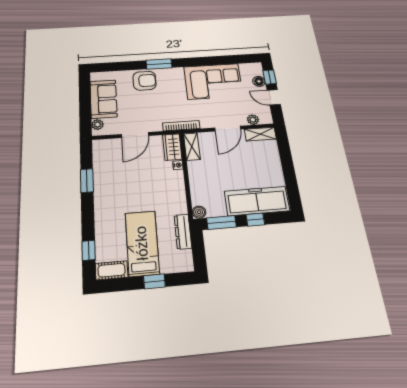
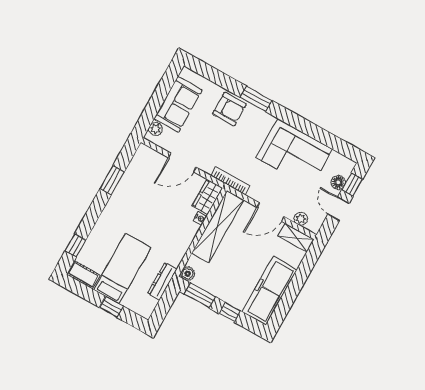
shelving: (192, 147) -> (218, 227), width x2.20, depth x1.33
freezer: (257, 201) -> (270, 291), moved, turned -90

